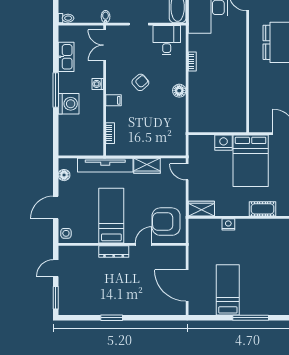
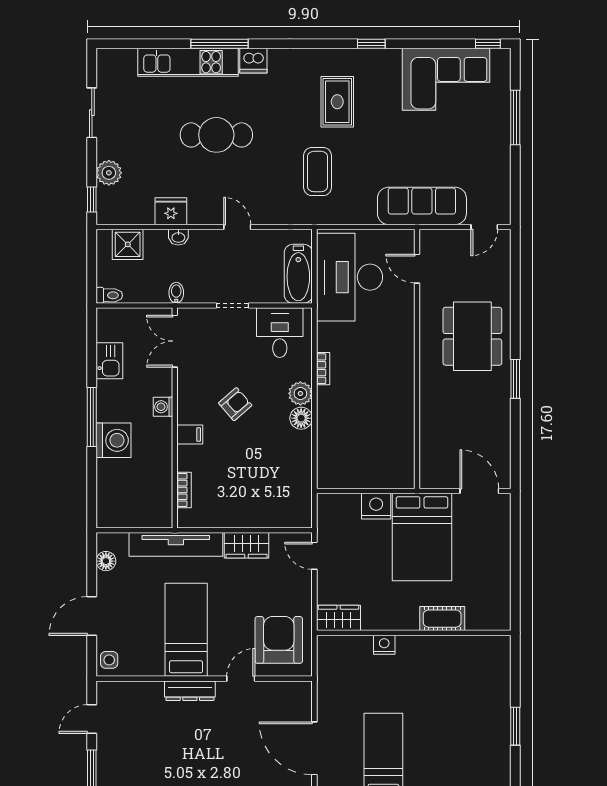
kitchen sink: (66, 57) -> (109, 361), width x0.73
plant: (179, 76) -> (300, 393), added
armchair: (166, 222) -> (279, 640), turned 90

